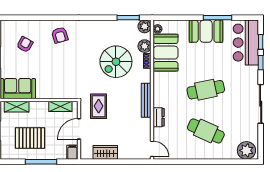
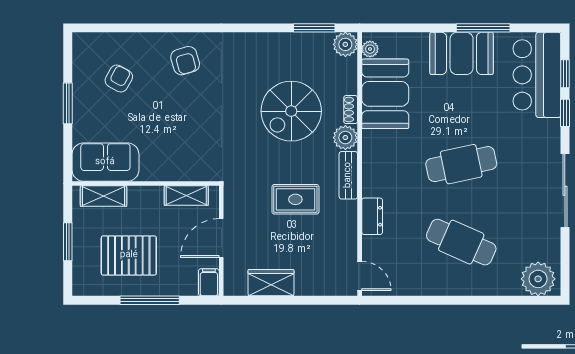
plant: (145, 46) -> (345, 138), moved
bench: (146, 100) -> (348, 175), width x0.73
rug: (99, 106) -> (295, 199), moved, turned 90

